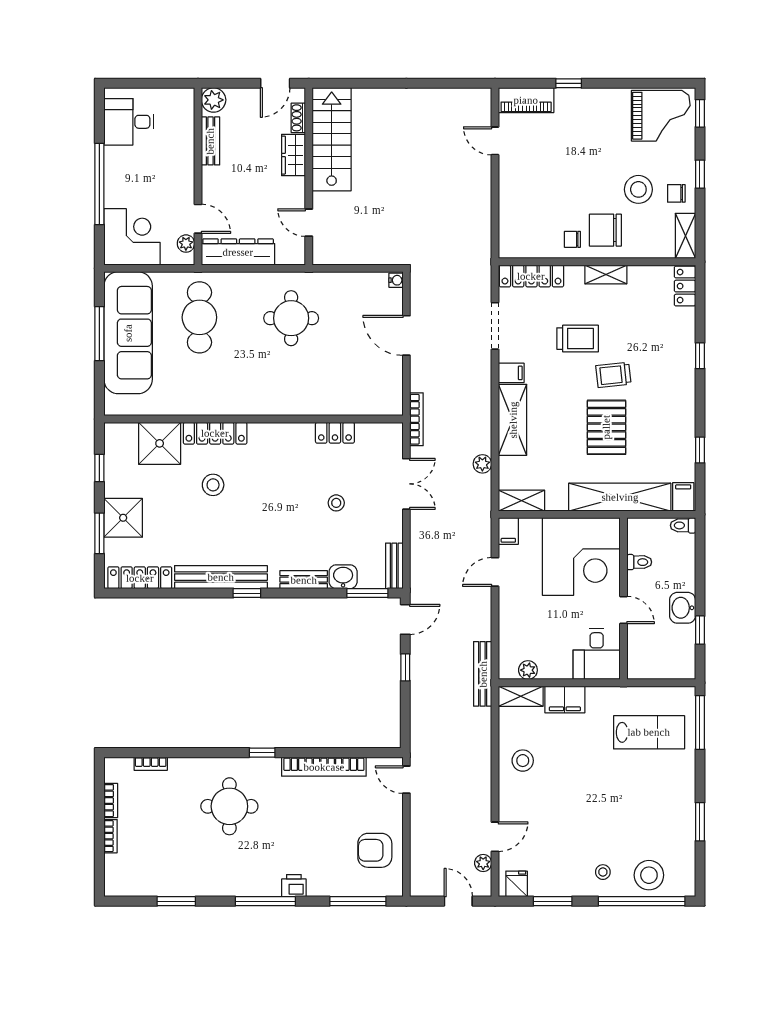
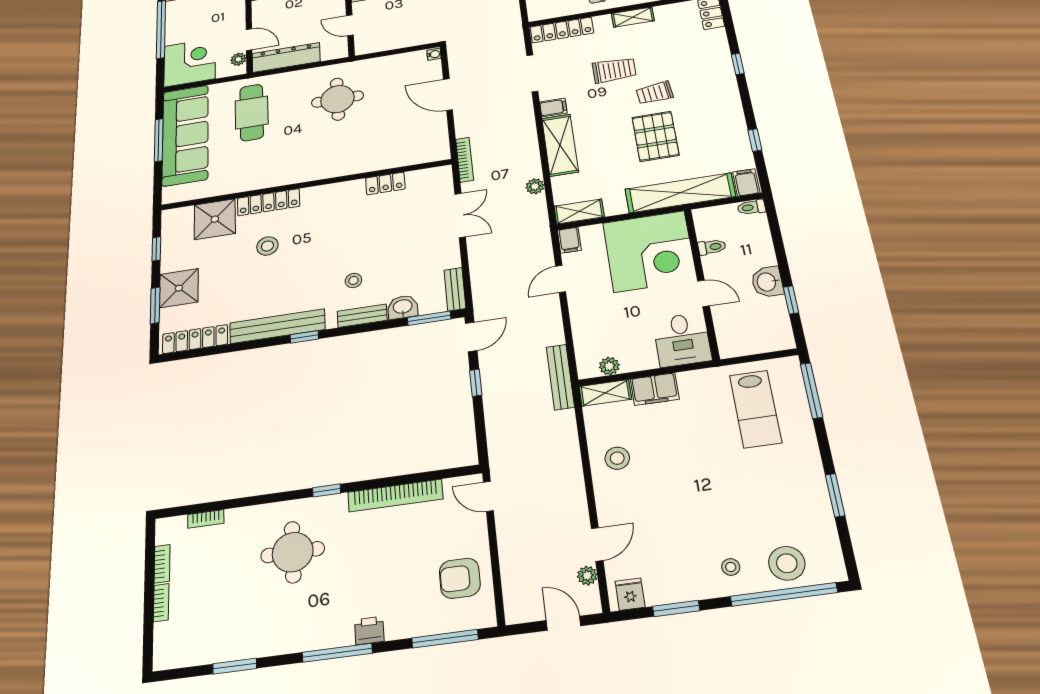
stool: (336, 503) -> (353, 280), moved
lab bench: (649, 732) -> (756, 409), turned 90

